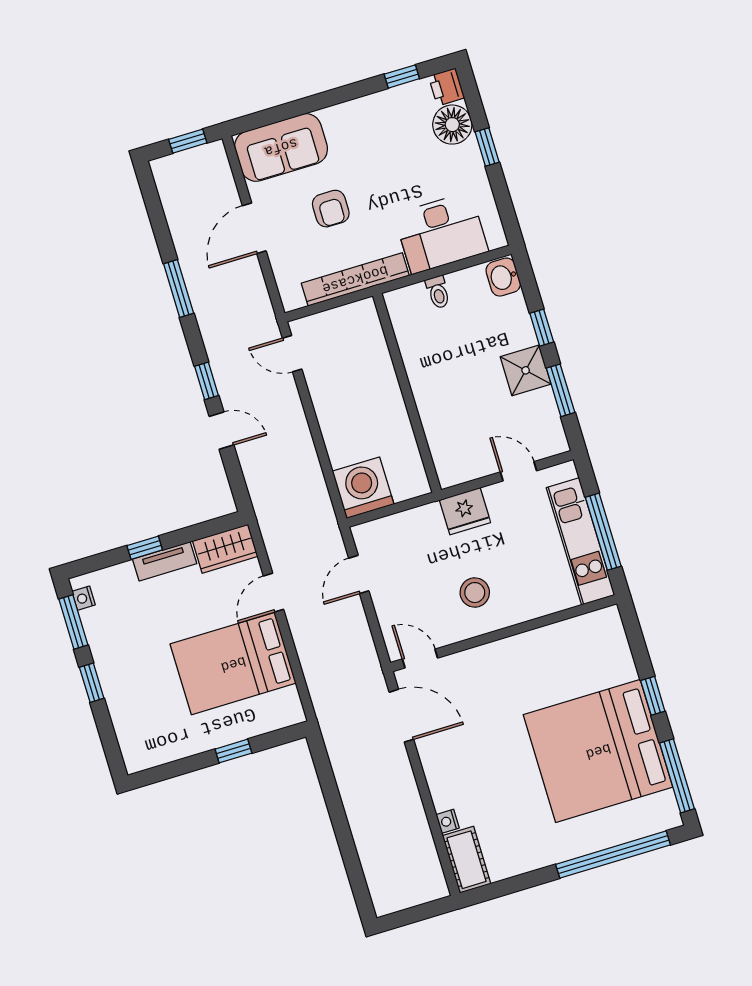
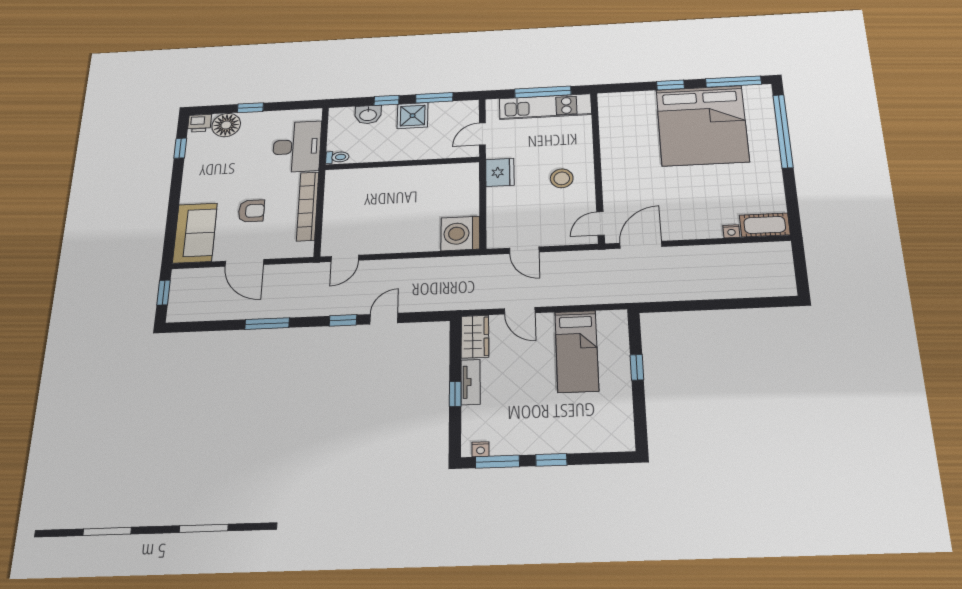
washbasin: (503, 277) -> (368, 115), moved
wall: (407, 393) -> (402, 163), moved
bed: (233, 664) -> (577, 351), width x0.67

